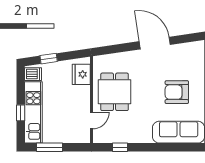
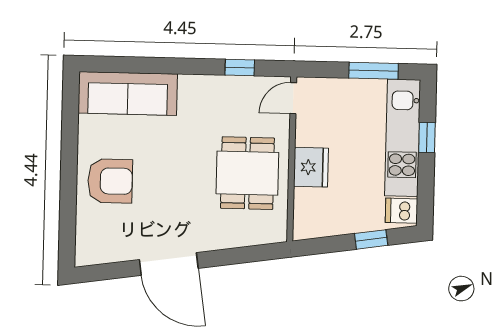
fridge: (81, 74) -> (311, 167), moved
armchair: (177, 92) -> (110, 181), moved
door: (91, 120) -> (293, 98), moved

